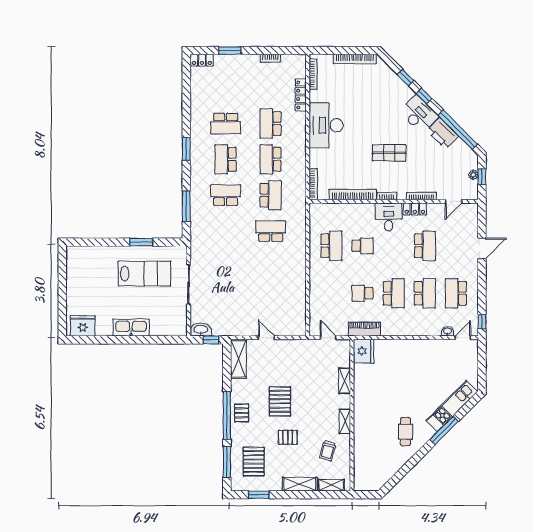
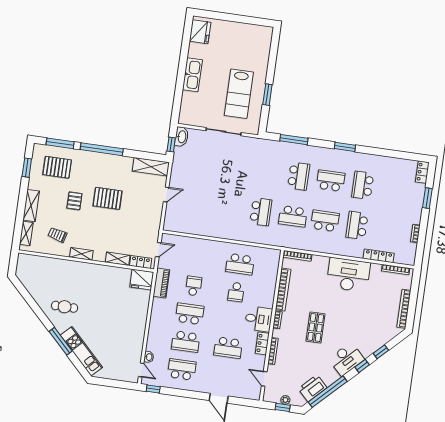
school desk: (271, 123) -> (357, 225), turned -90
printer: (443, 133) -> (313, 388), moved
school desk: (394, 293) -> (190, 314), turned 180
locker: (345, 355) -> (141, 262), added
pallet: (242, 413) -> (102, 163), removed

